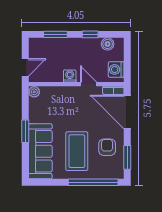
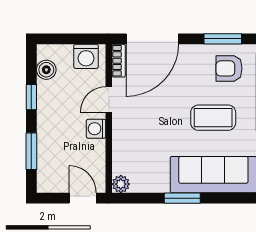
armchair: (107, 147) -> (229, 68), moved
coffee table: (77, 151) -> (213, 118), width x0.73, depth x0.76

